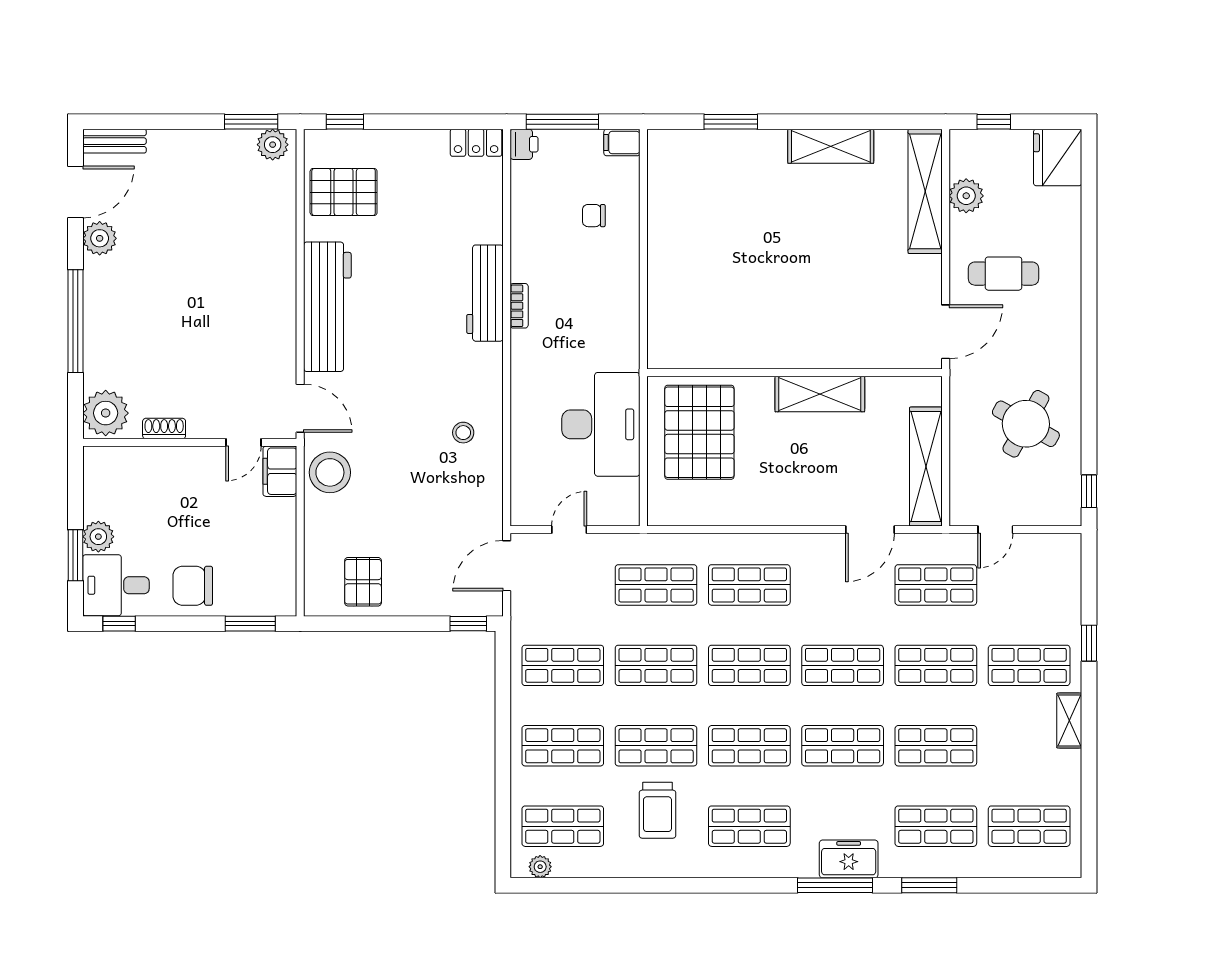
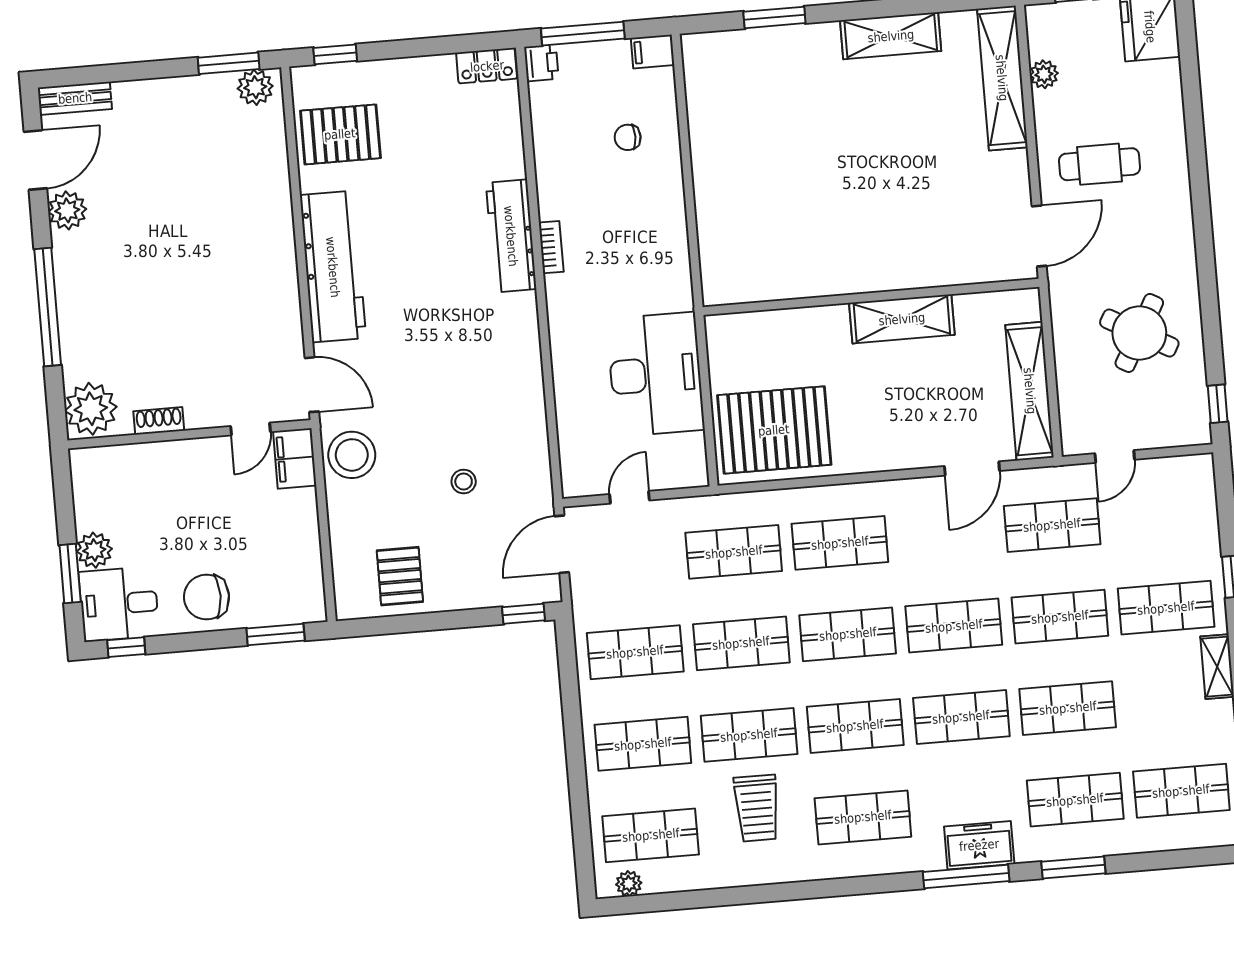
plant: (966, 196) -> (1044, 74), width x0.73, depth x0.73
pallet: (699, 432) -> (774, 430), moved, turned 90
stool: (463, 433) -> (464, 482), moved

